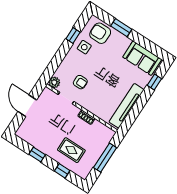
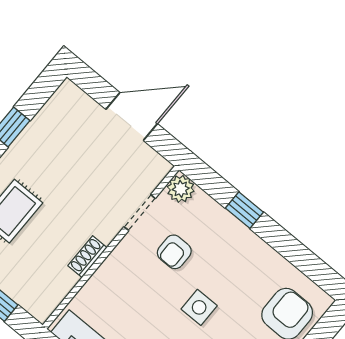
window: (73, 36) -> (244, 210), moved
side table: (84, 47) -> (199, 307), moved

